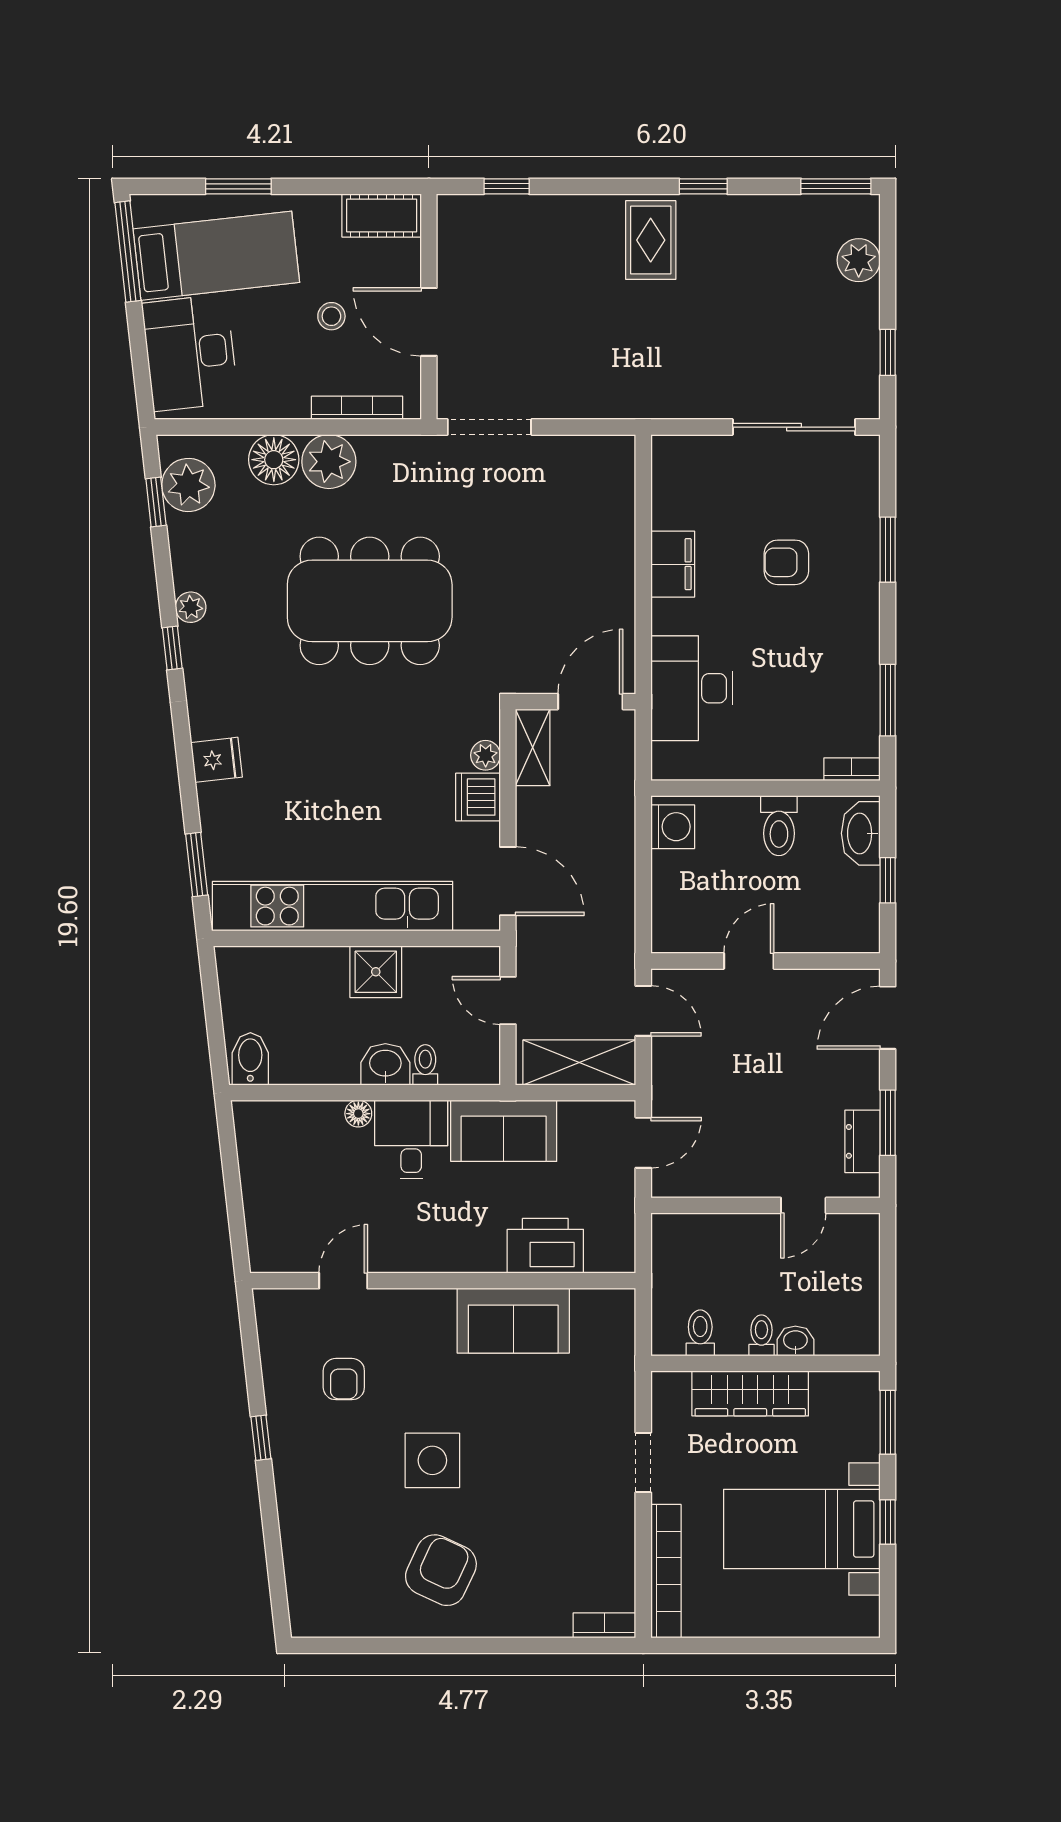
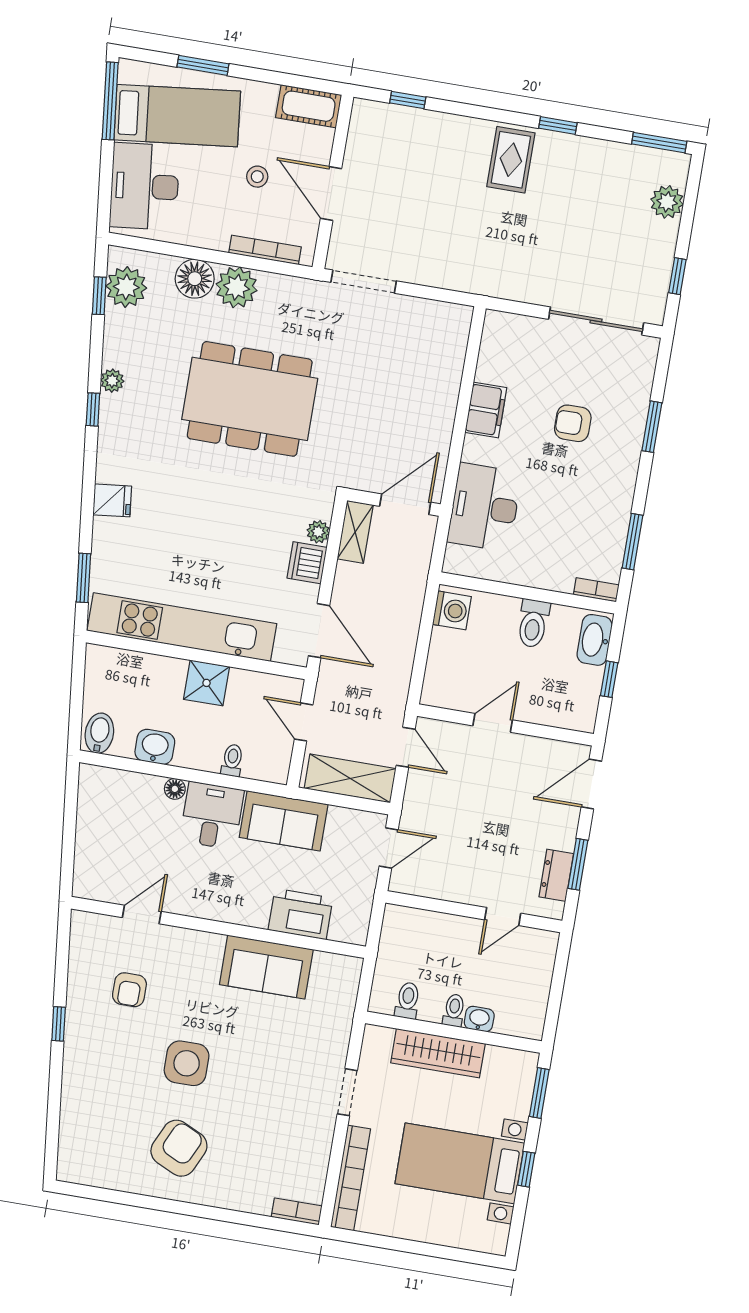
washbasin: (385, 1064) -> (155, 747), moved

